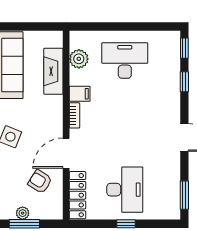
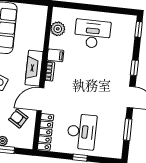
fireplace: (53, 71) -> (34, 68), moved
window: (184, 82) -> (134, 68), moved
window: (184, 195) -> (128, 129), moved

